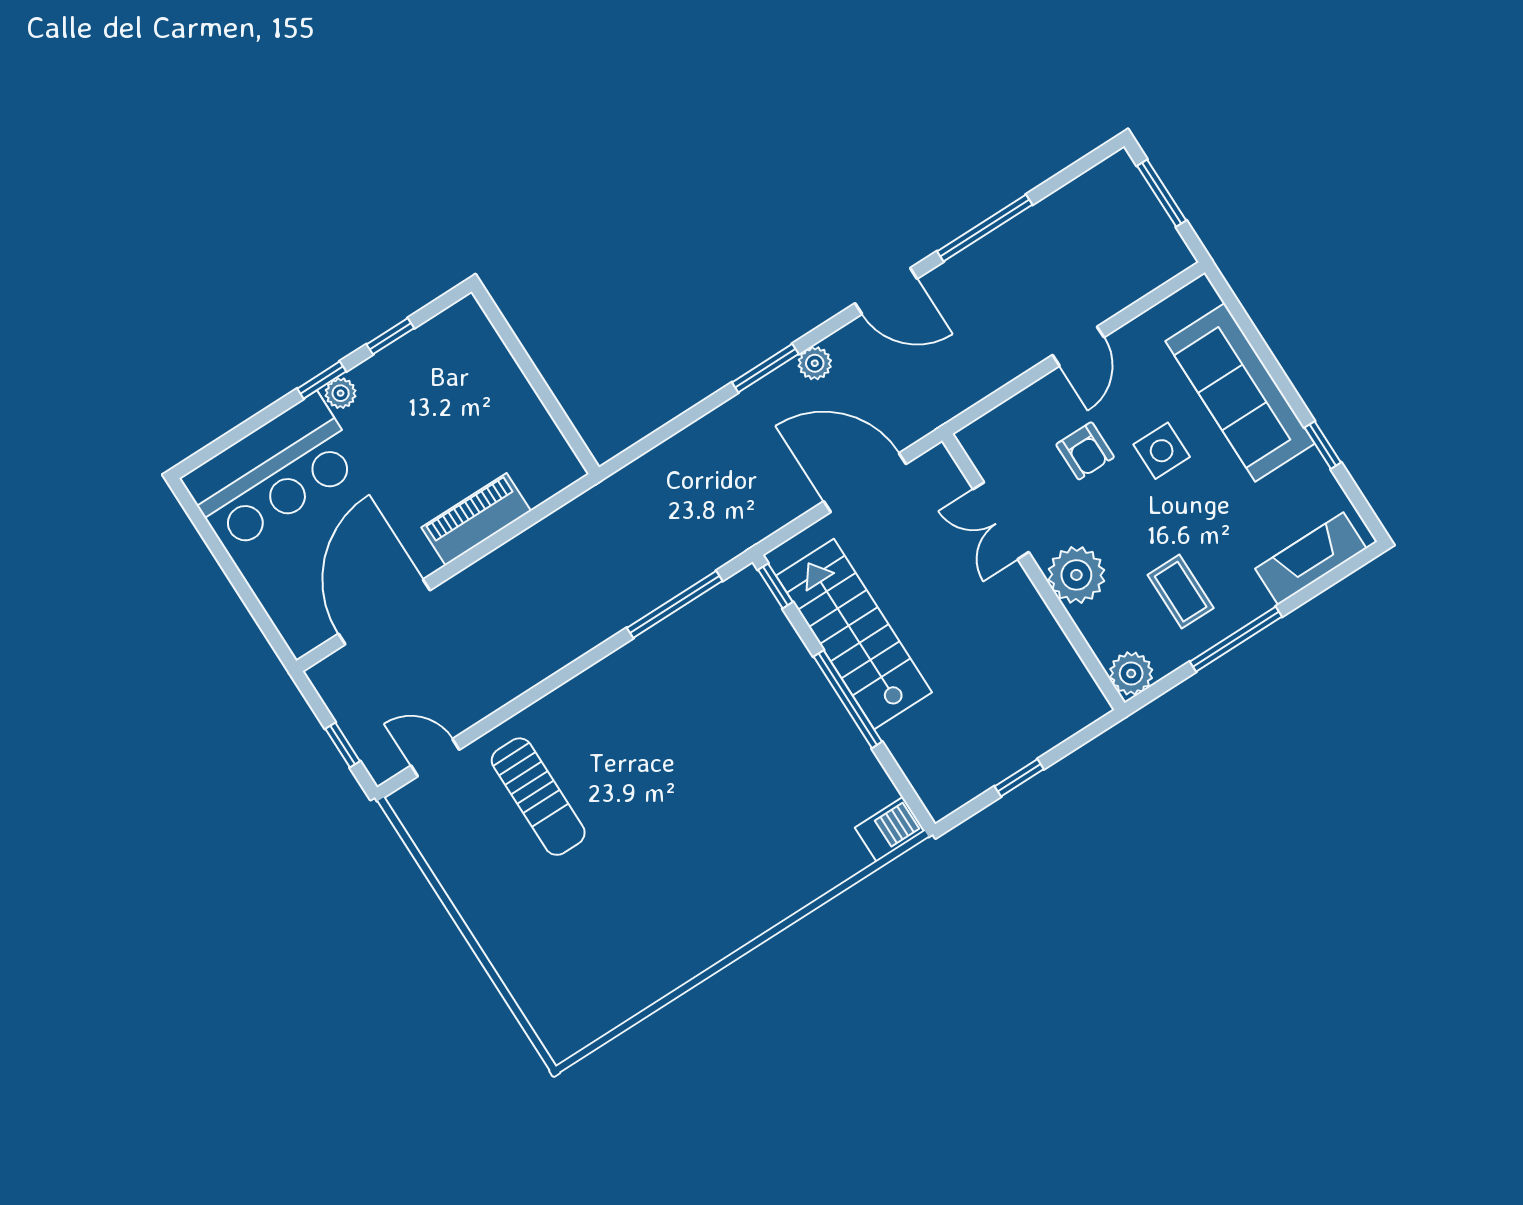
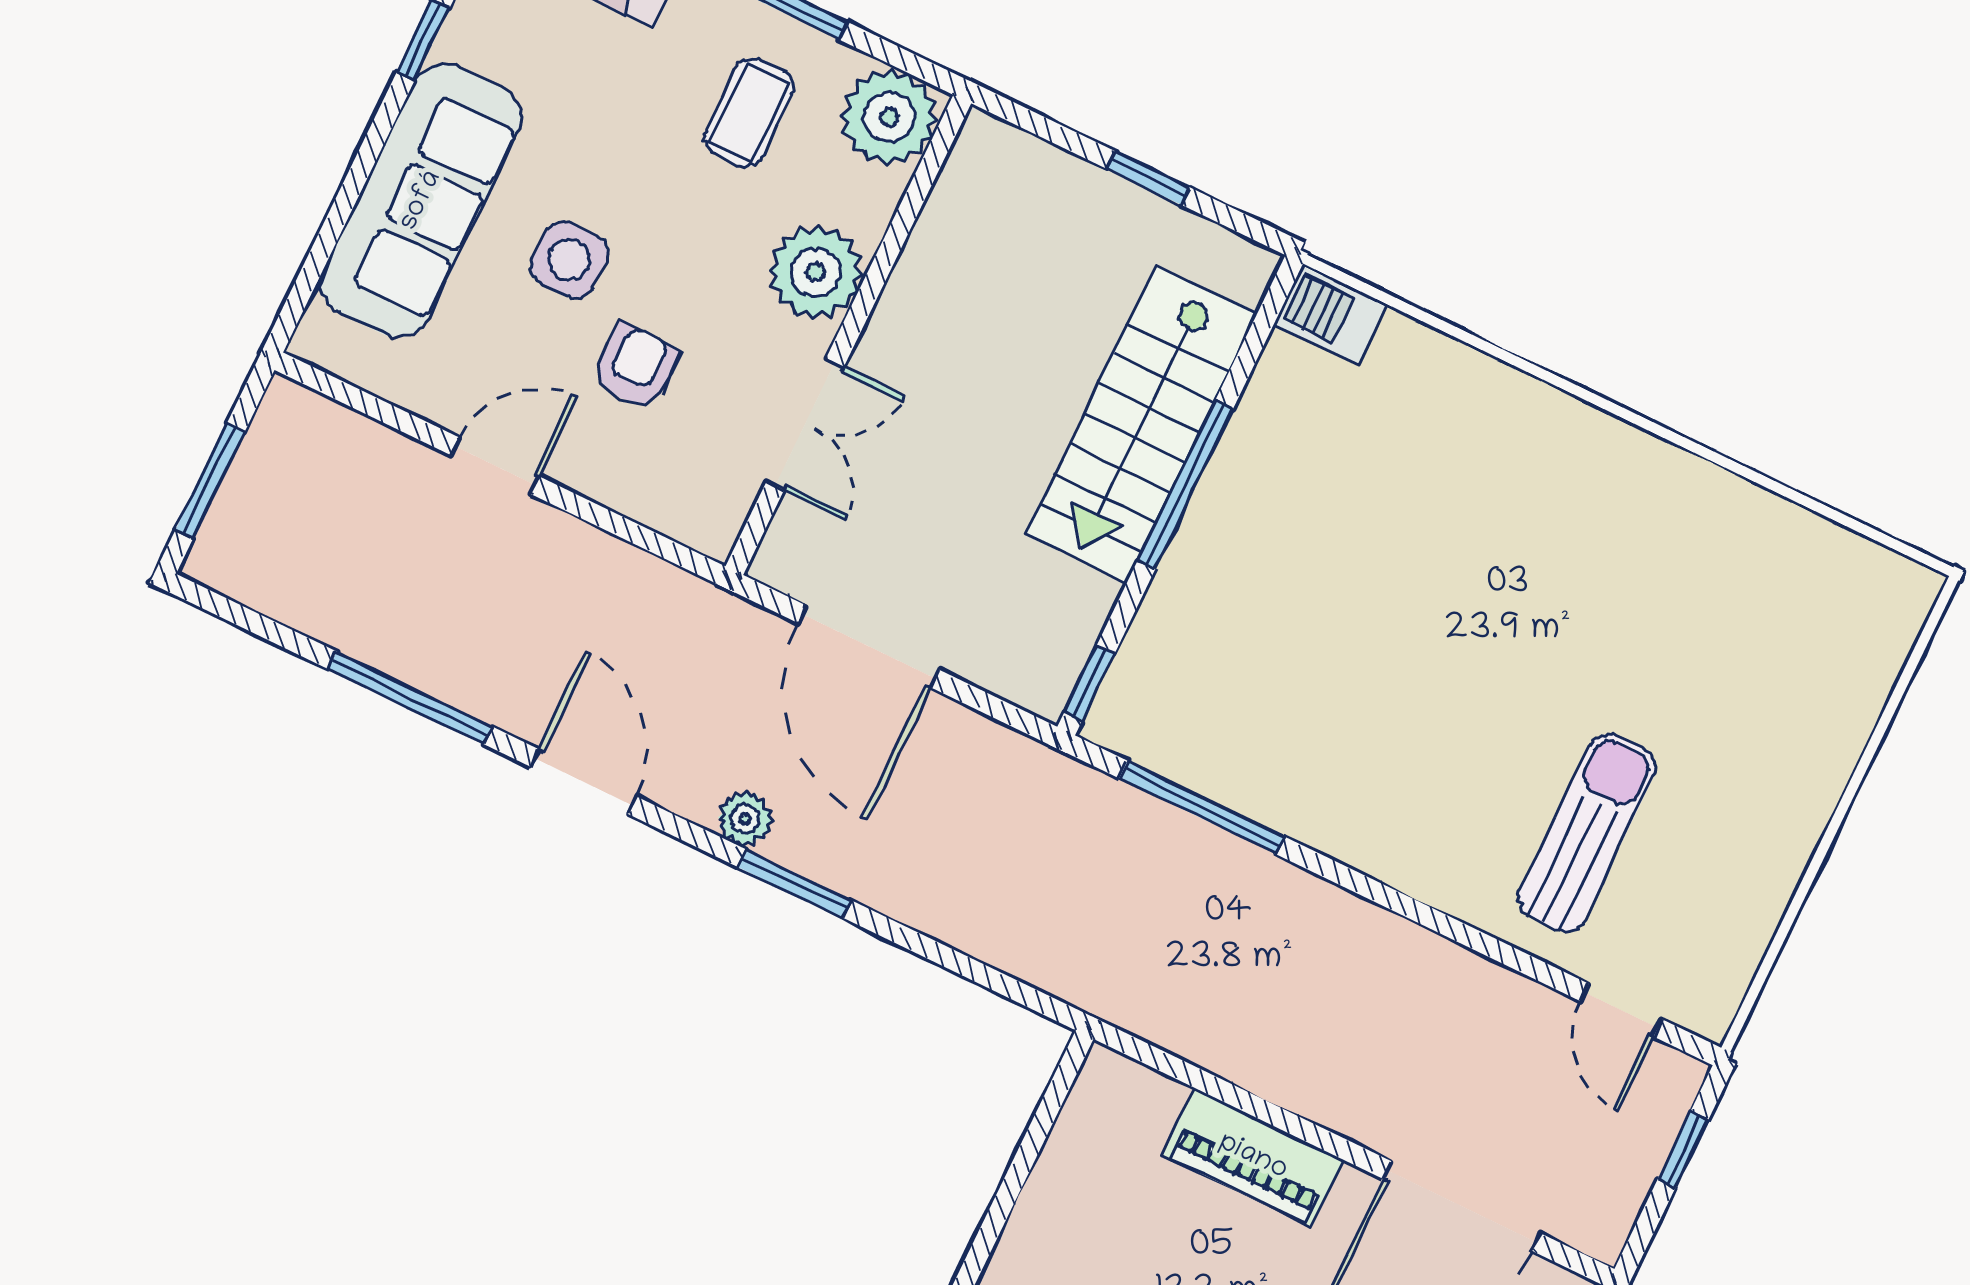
stairs: (854, 634) -> (1141, 424), moved
plant: (1131, 673) -> (889, 117), width x1.36, depth x1.36

